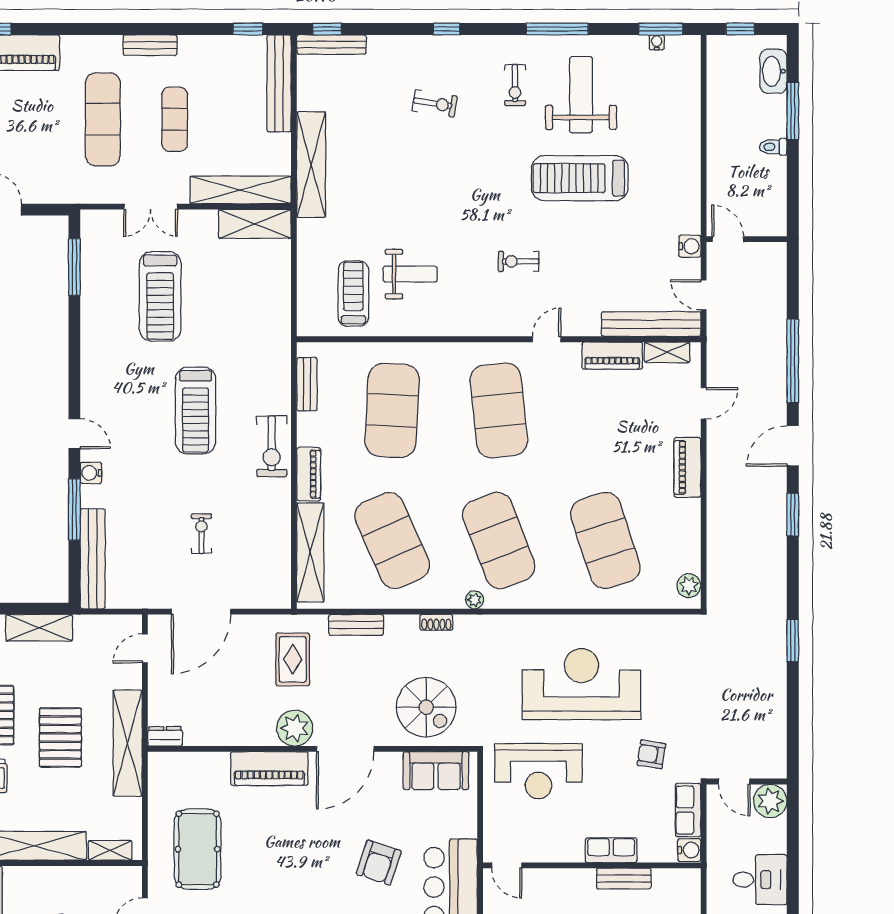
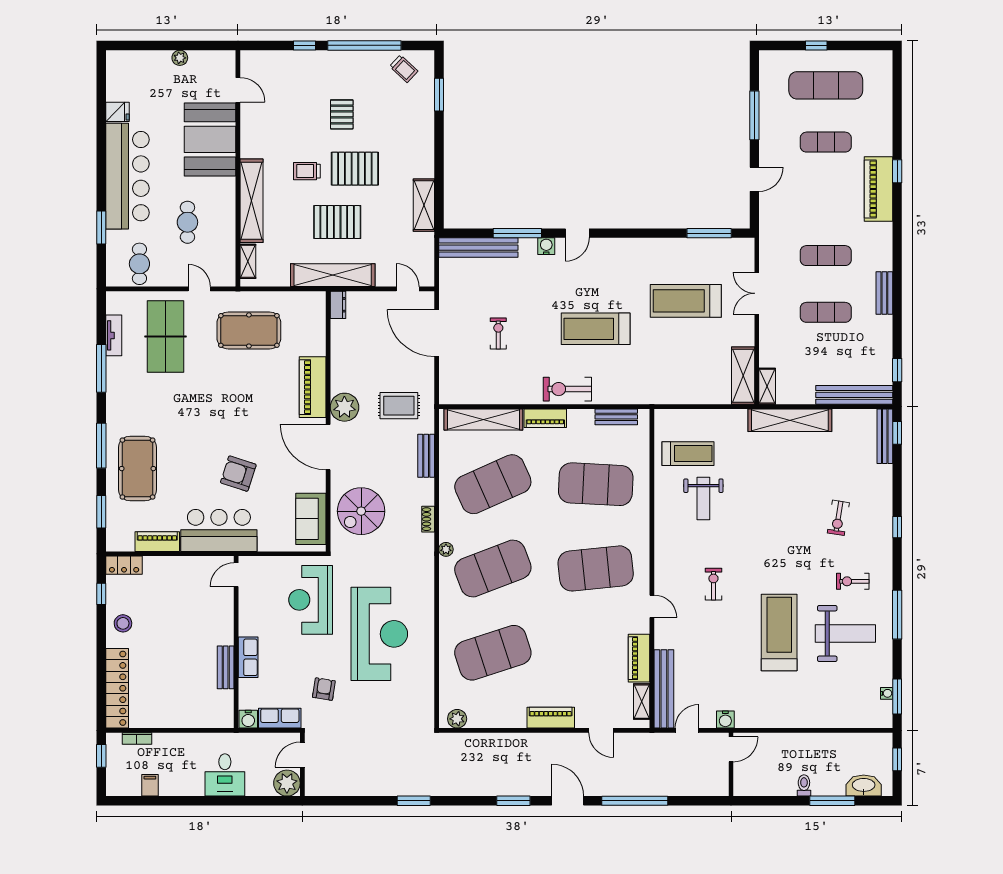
exercise mat: (103, 119) -> (826, 256), width x0.73, depth x0.69
shelving: (241, 190) -> (767, 386), width x0.45, depth x0.75
exercise bike: (201, 534) -> (498, 334), turned -90

